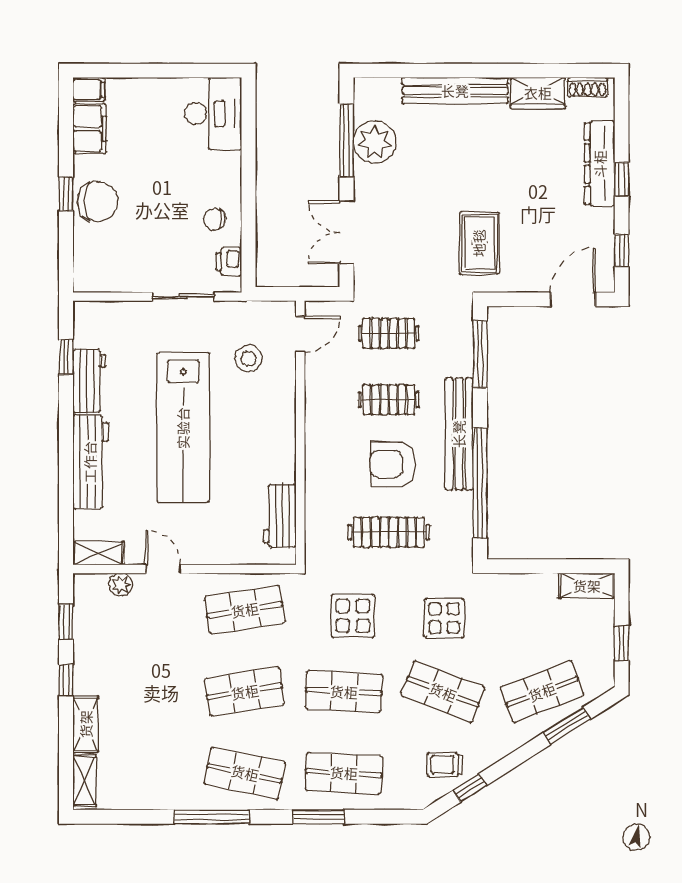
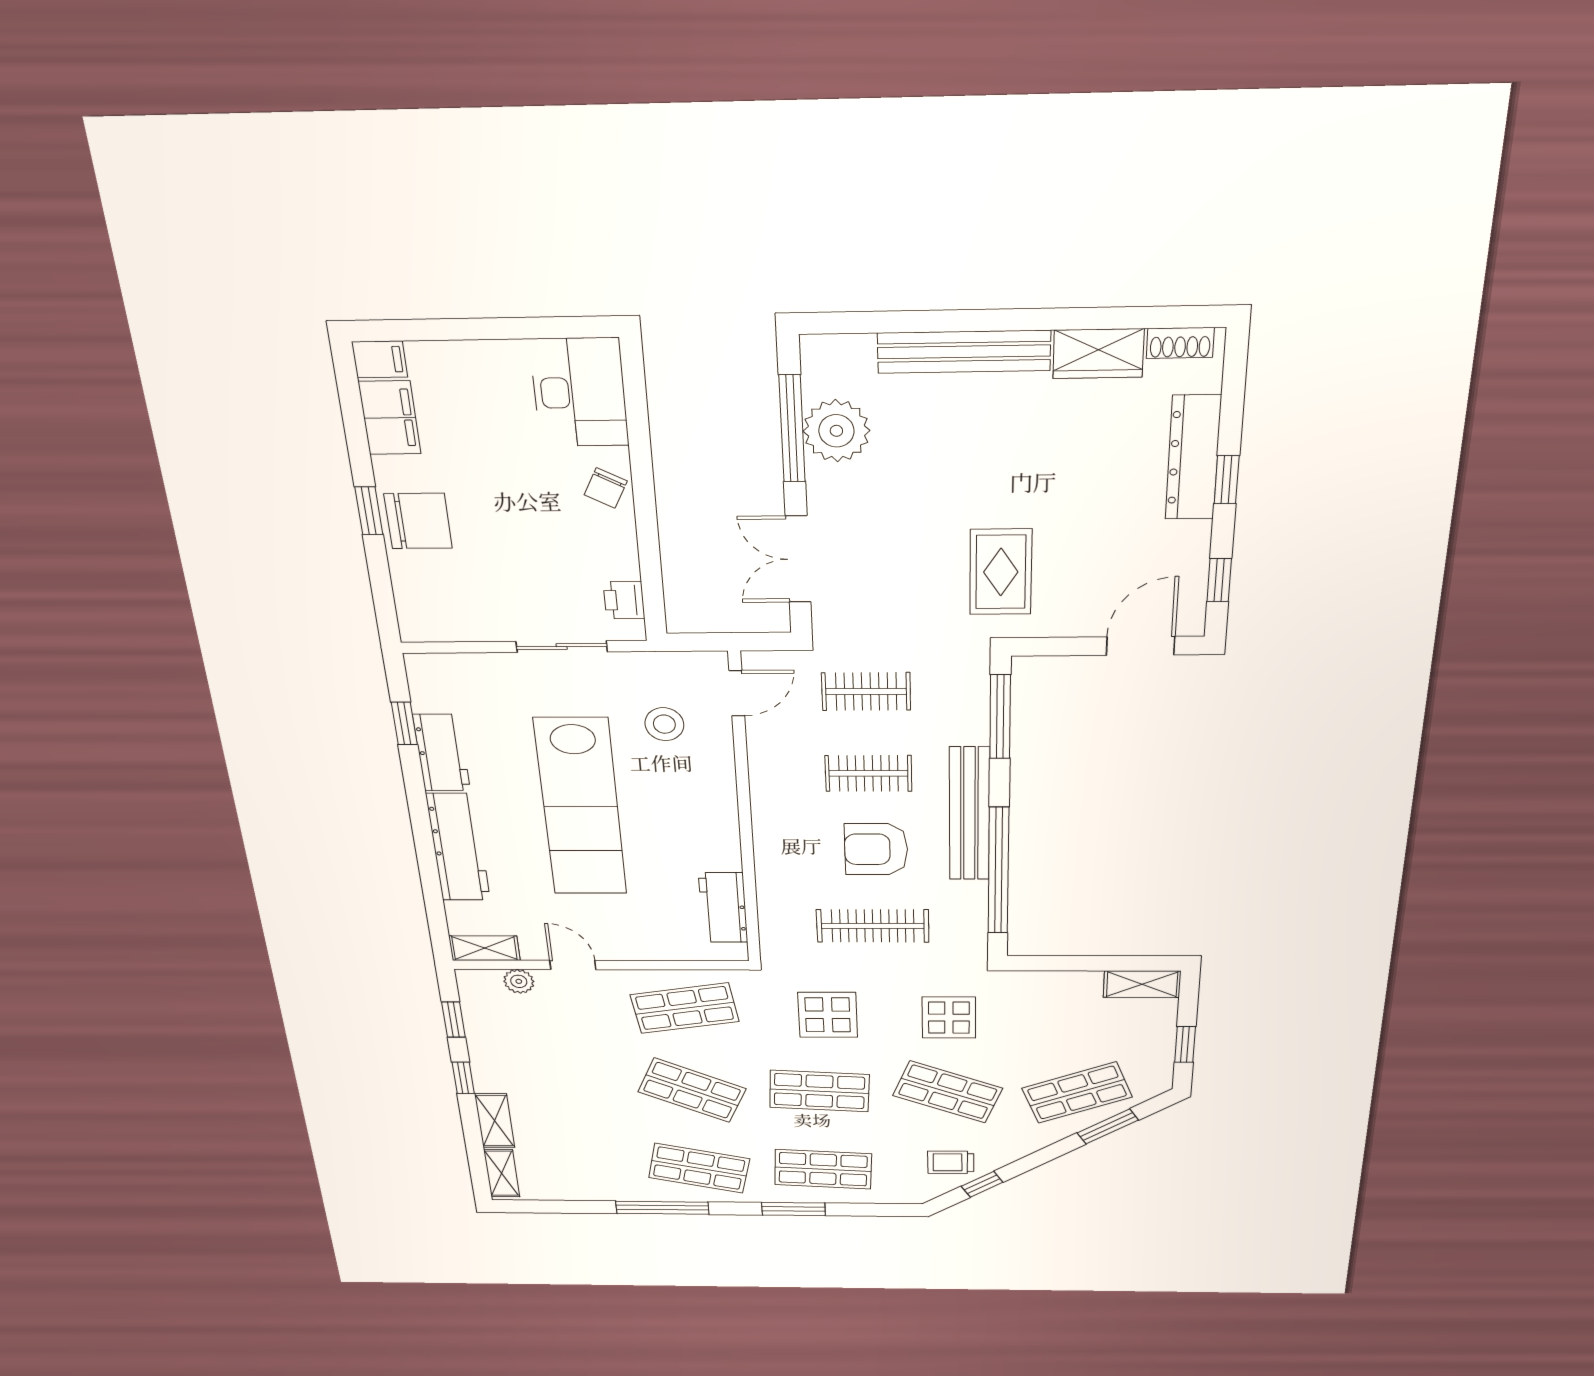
chair: (215, 219) -> (606, 488), moved, turned -63
shop shelf: (245, 692) -> (692, 1090), turned 33

